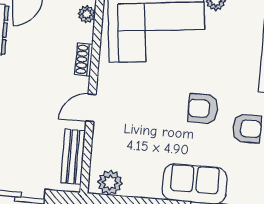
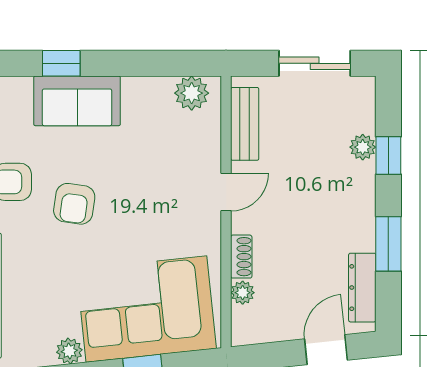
plant: (87, 14) -> (243, 293), moved
armchair: (203, 109) -> (74, 204), turned 98

